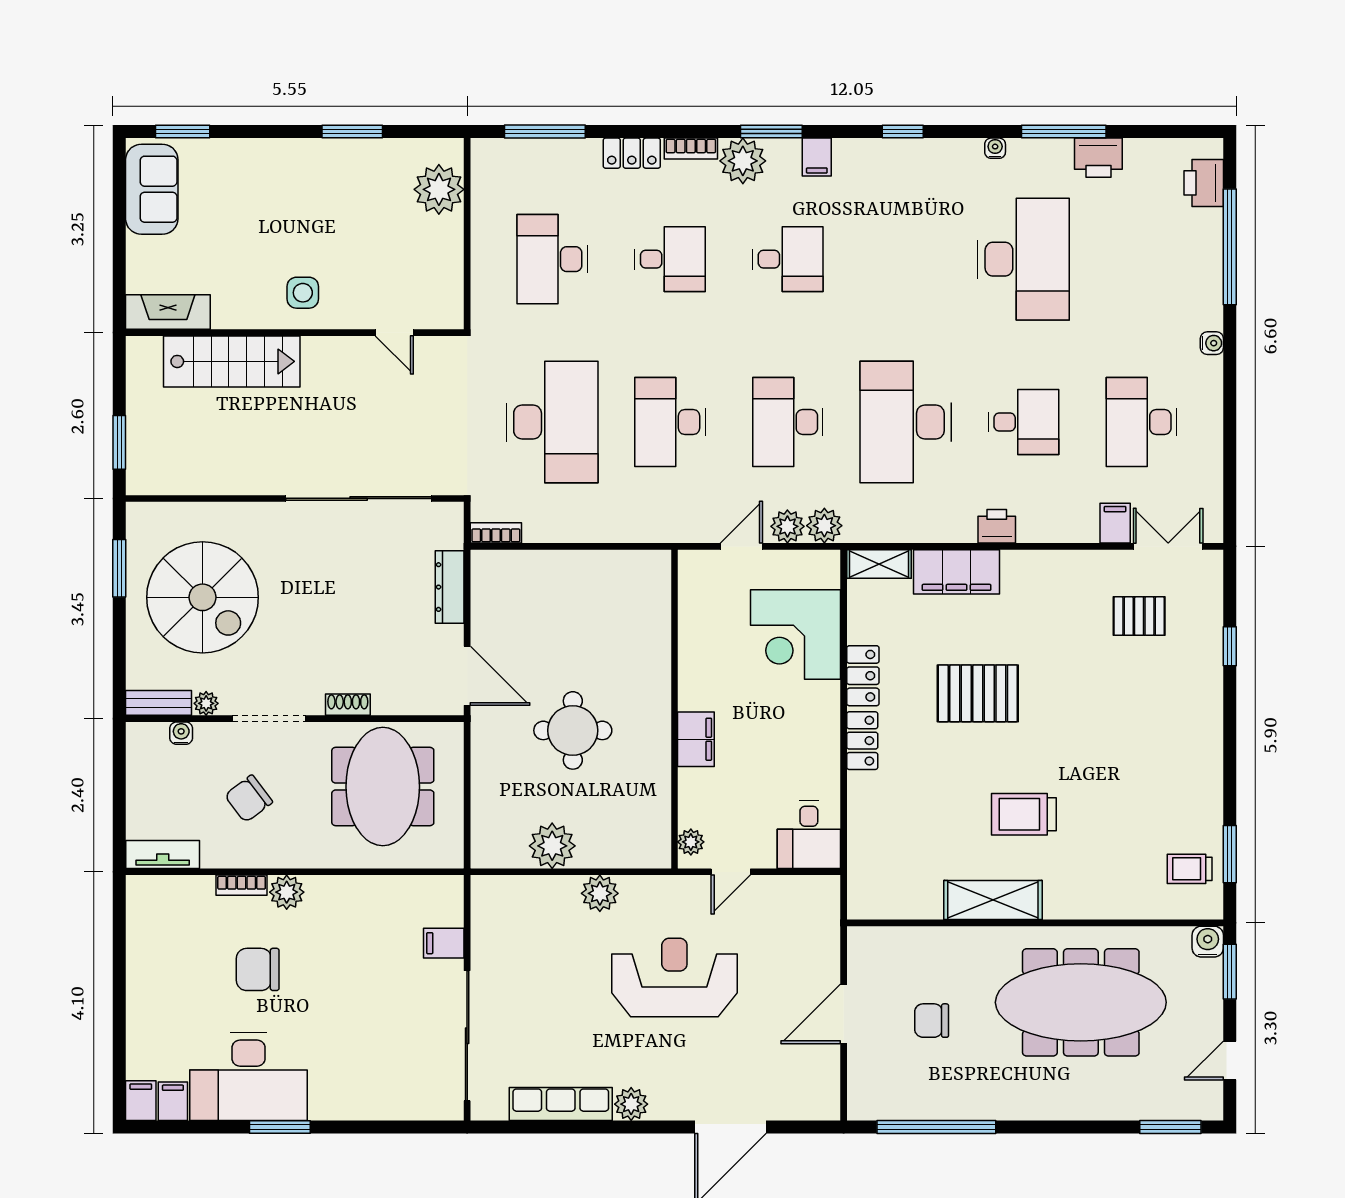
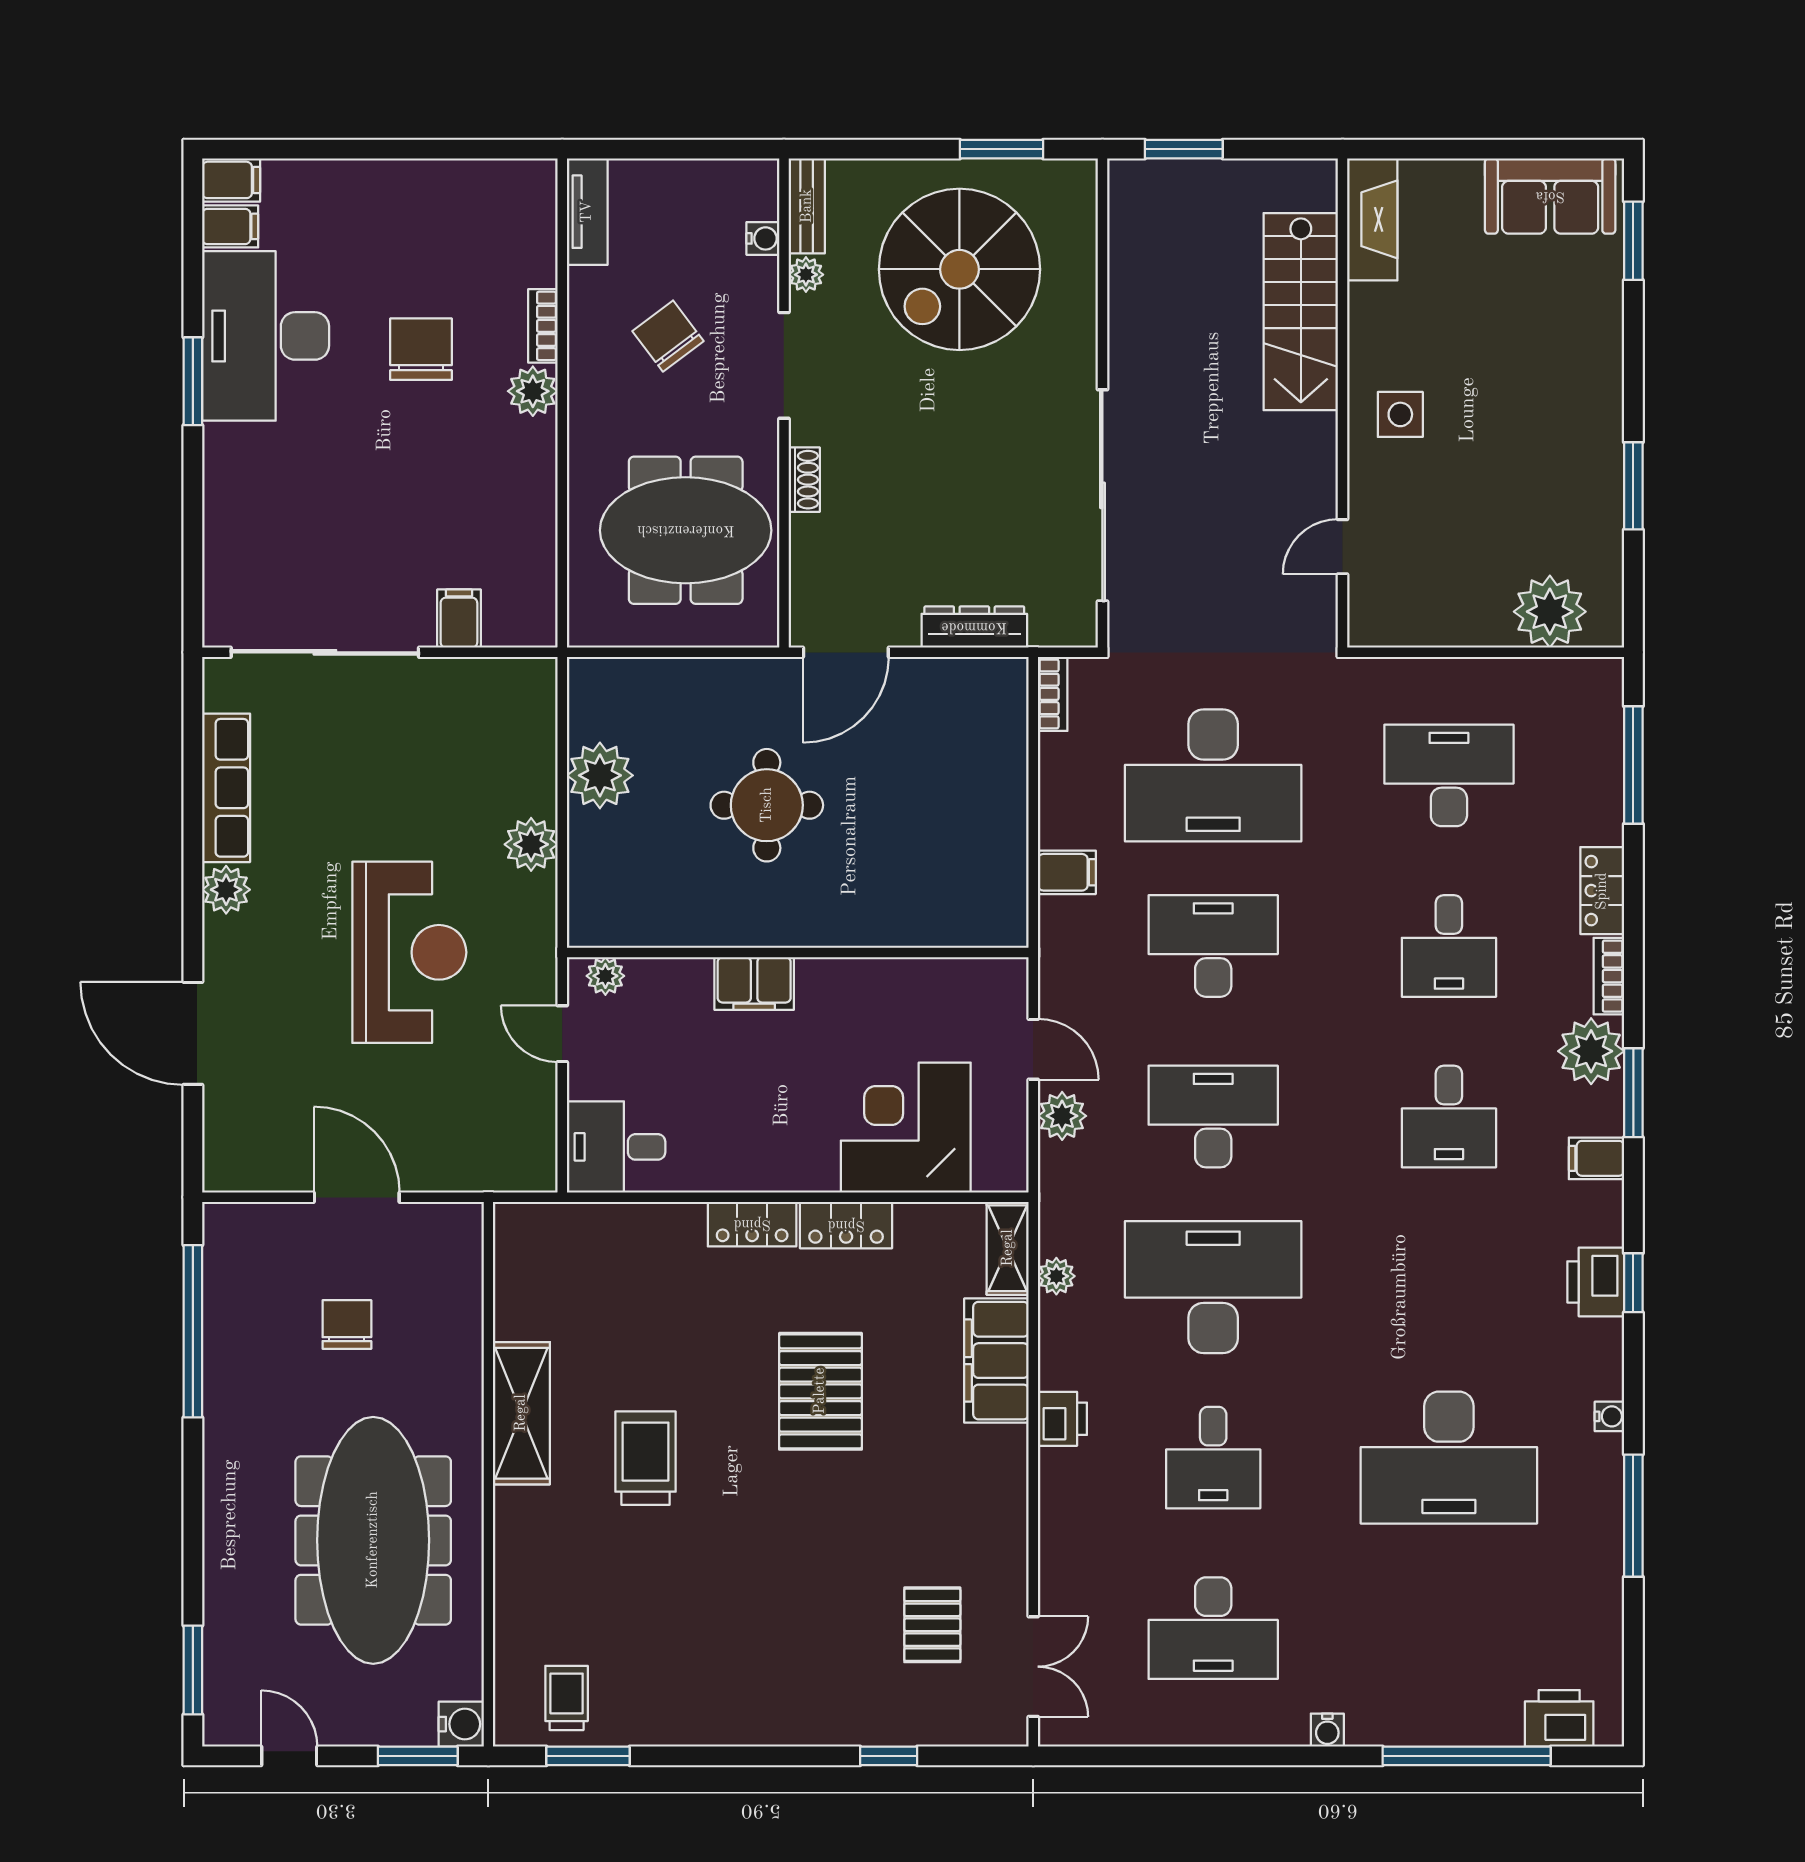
printer: (1098, 158) -> (1596, 1282), moved
desk: (1141, 422) -> (1213, 1628), turned 180
filing cabinet: (1115, 523) -> (1067, 872), moved
plant: (824, 526) -> (1056, 1276), moved, width x0.73, depth x0.73

